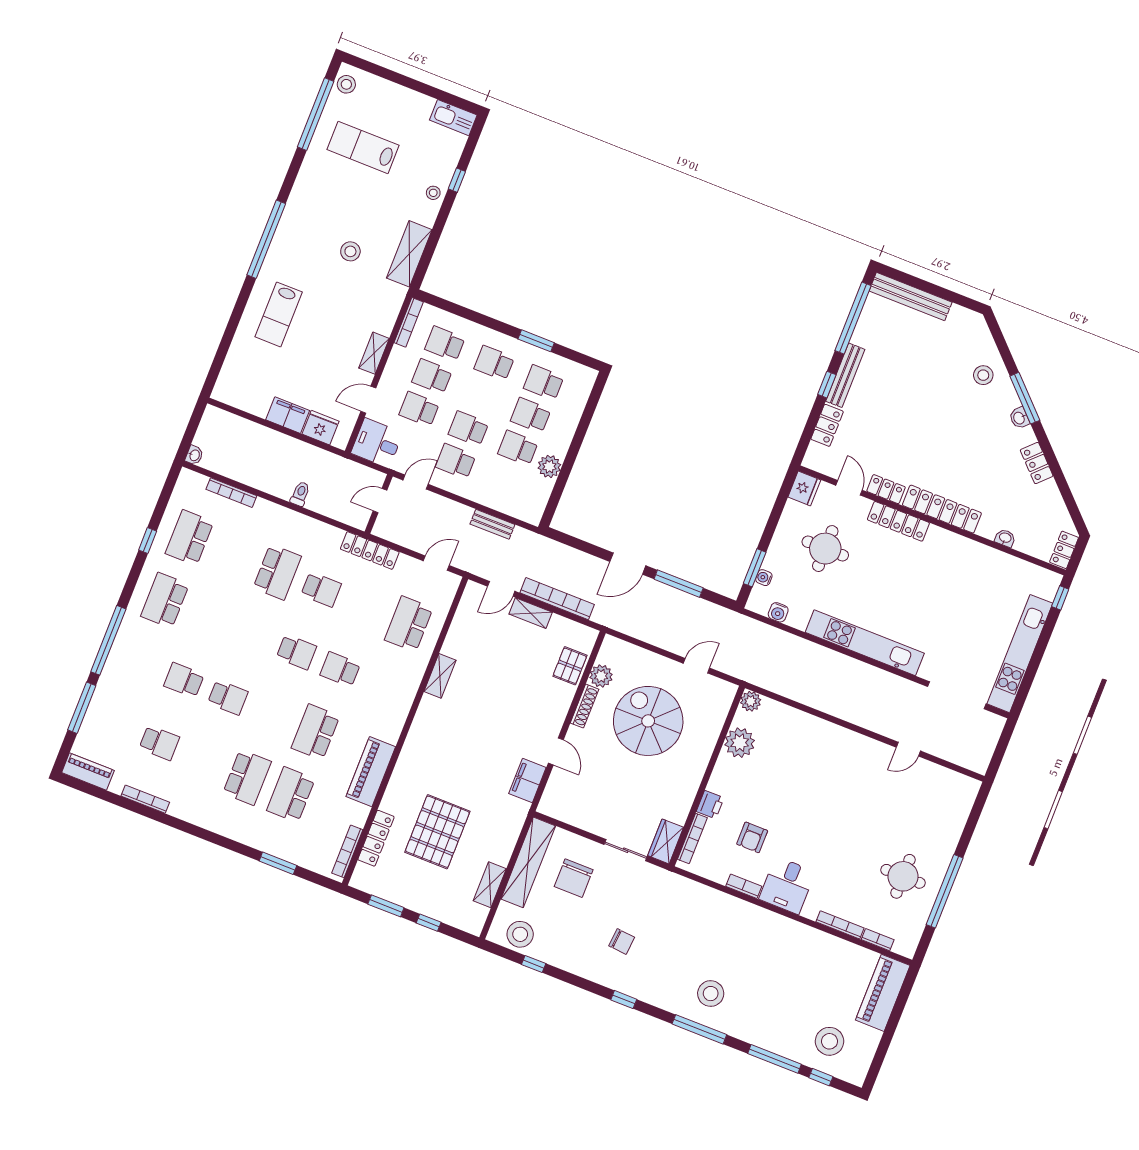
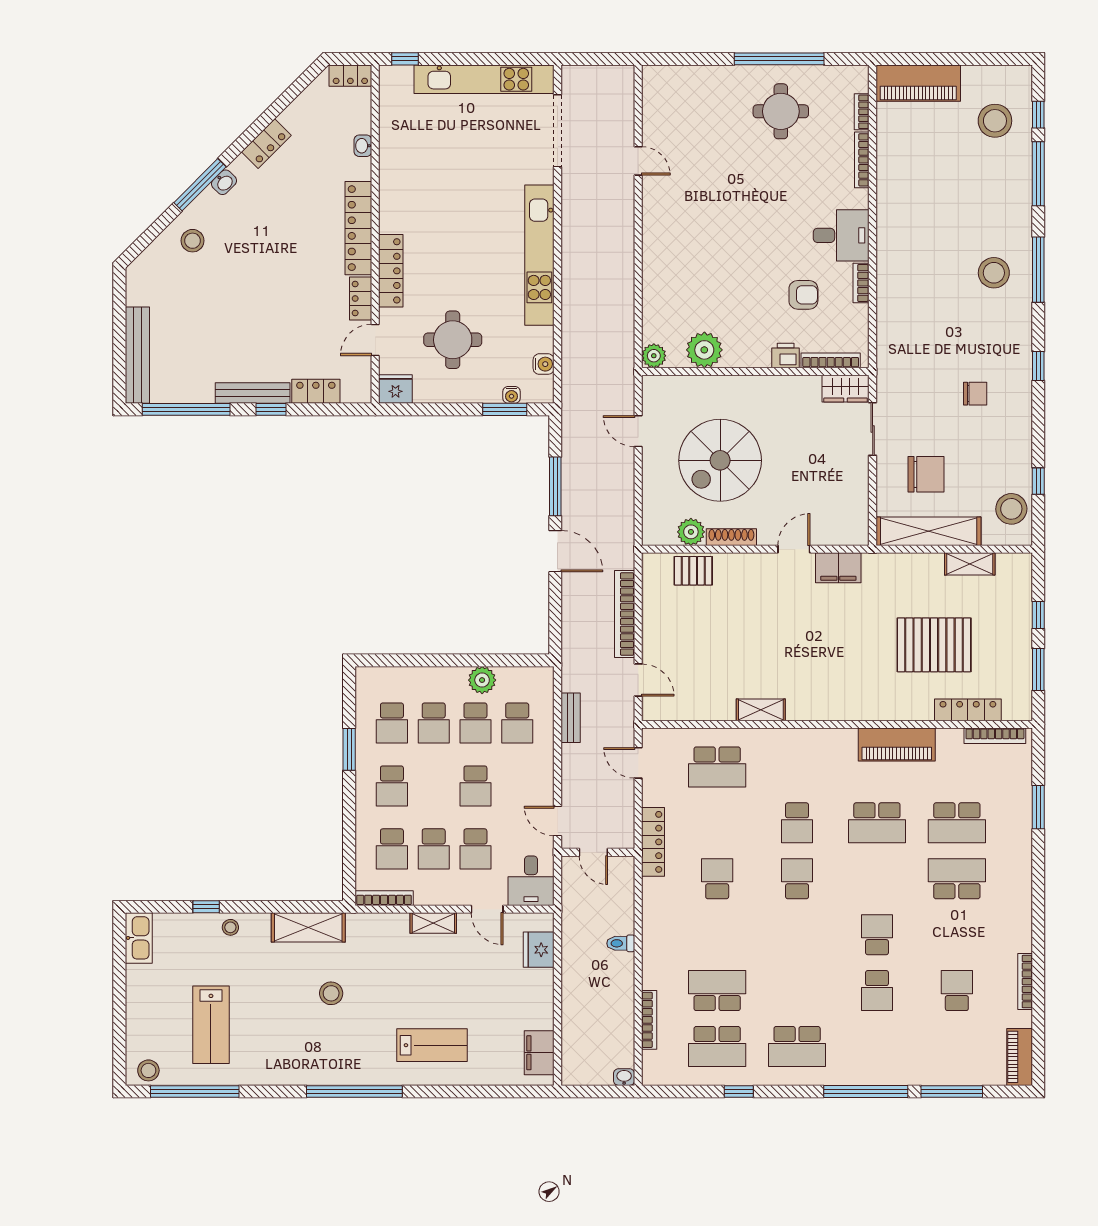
filing cabinet: (288, 415) -> (539, 1053), moved
school desk: (456, 461) -> (517, 723), moved
school desk: (277, 572) -> (717, 991), moved
shelving: (531, 613) -> (652, 637), removed
chair: (622, 942) -> (975, 394), turned 85

